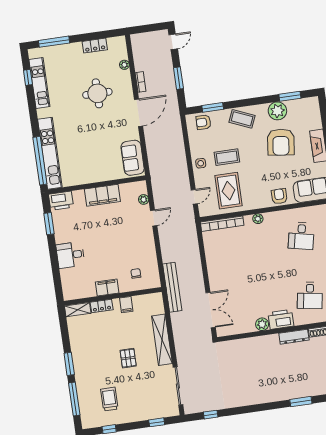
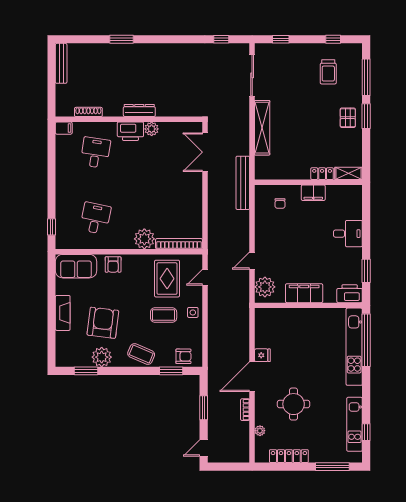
locker: (95, 46) -> (289, 456), width x1.53
fridge: (132, 134) -> (262, 355), added
sofa: (133, 158) -> (266, 329), removed
plant: (144, 199) -> (265, 287), width x1.88, depth x1.88
plant: (258, 219) -> (144, 239), width x1.88, depth x1.88
filing cabinet: (126, 305) -> (295, 171), removed
dresser: (294, 337) -> (139, 110), moved
pallet: (128, 358) -> (348, 118), moved

